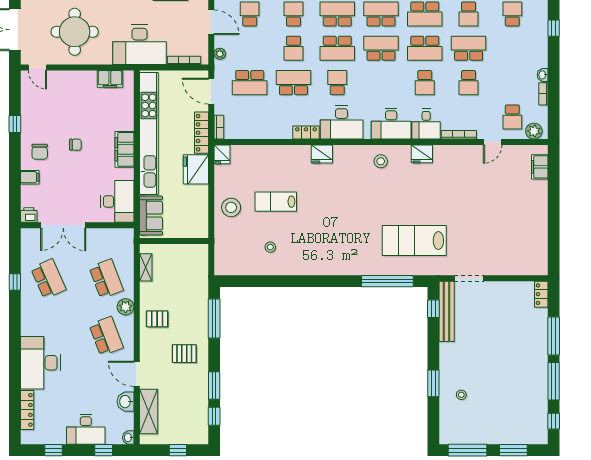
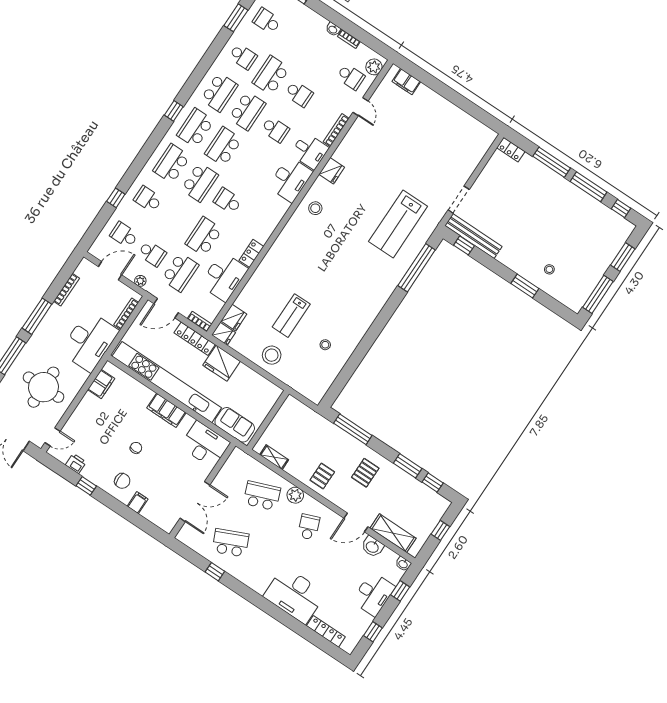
school desk: (293, 48) -> (152, 254), moved
desk: (342, 123) -> (224, 277), moved
fridge: (322, 154) -> (234, 318), moved
printer: (29, 215) -> (76, 464), moved, turned 90
school desk: (106, 336) -> (309, 527), width x0.54

